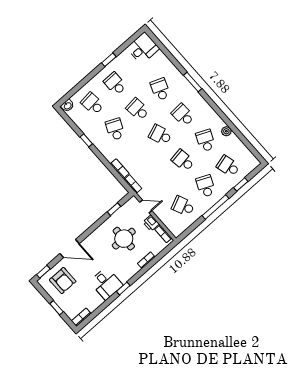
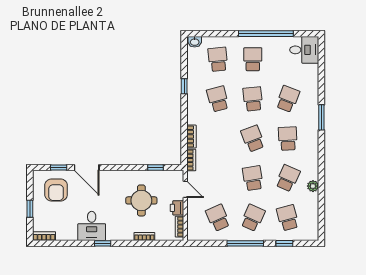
window: (109, 60) -> (266, 34), width x3.17
school desk: (115, 129) -> (218, 99), turned -39
window: (43, 272) -> (59, 167), moved

